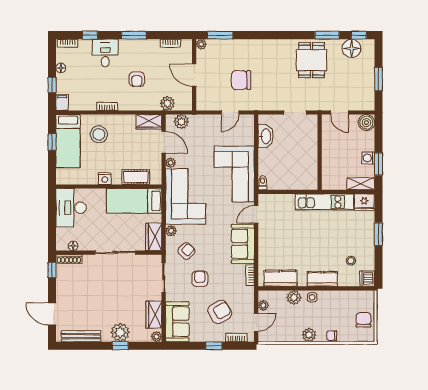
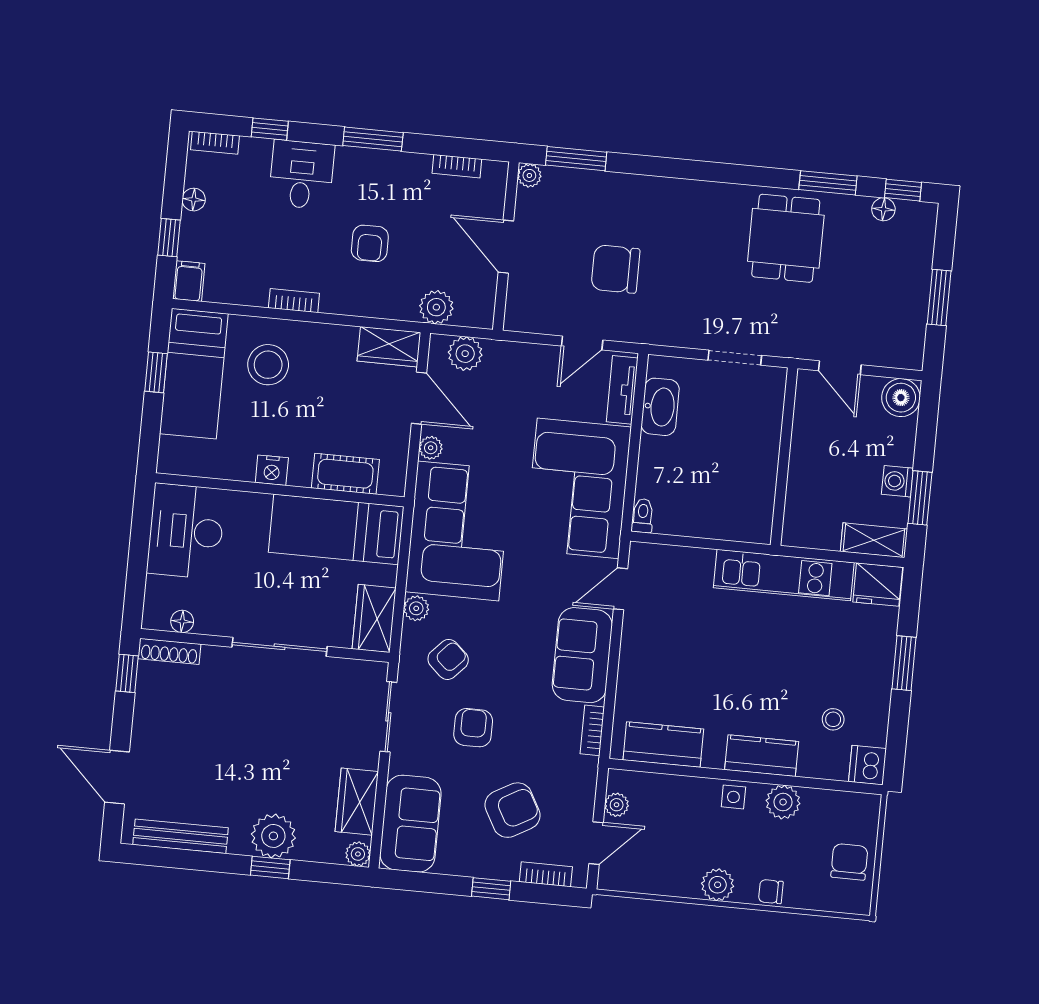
floor lamp: (351, 48) -> (883, 209), width x0.53, depth x0.53
tv unit: (249, 131) -> (622, 390), added
plant: (294, 297) -> (783, 802), moved

